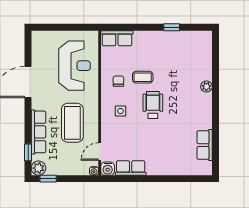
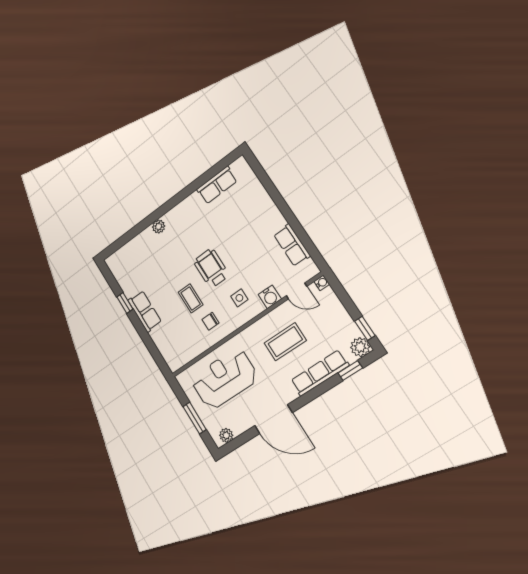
window: (62, 27) -> (195, 418), added
row of seats: (117, 38) -> (145, 311), moved
plant: (37, 42) -> (226, 435), added
wheelchair: (153, 105) -> (211, 268), turned 90
coffee table: (72, 123) -> (285, 342), width x0.73, depth x0.76
water cooler: (108, 169) -> (270, 297), moved, turned 90

